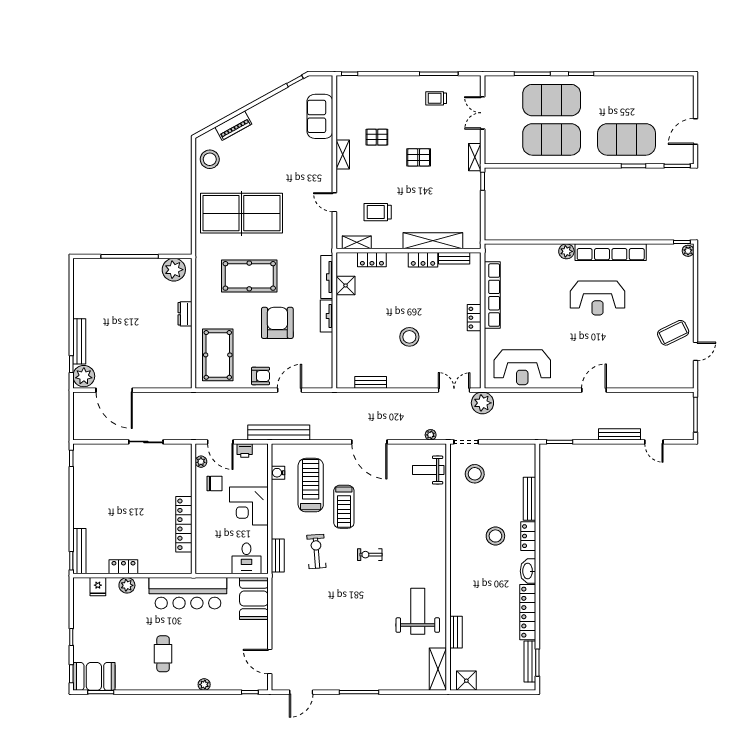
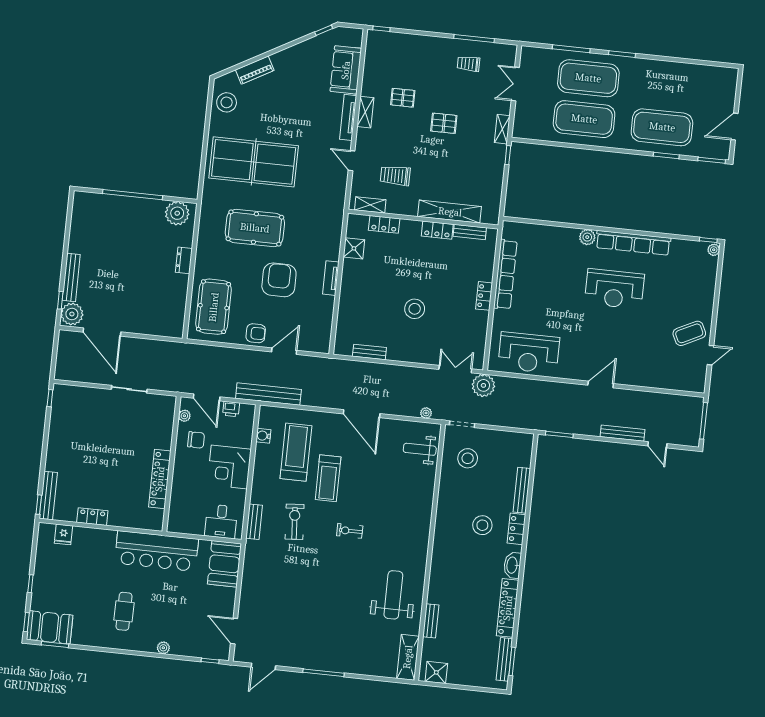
tv unit: (327, 277) -> (348, 117), moved
plant: (127, 585) -> (94, 536), removed

